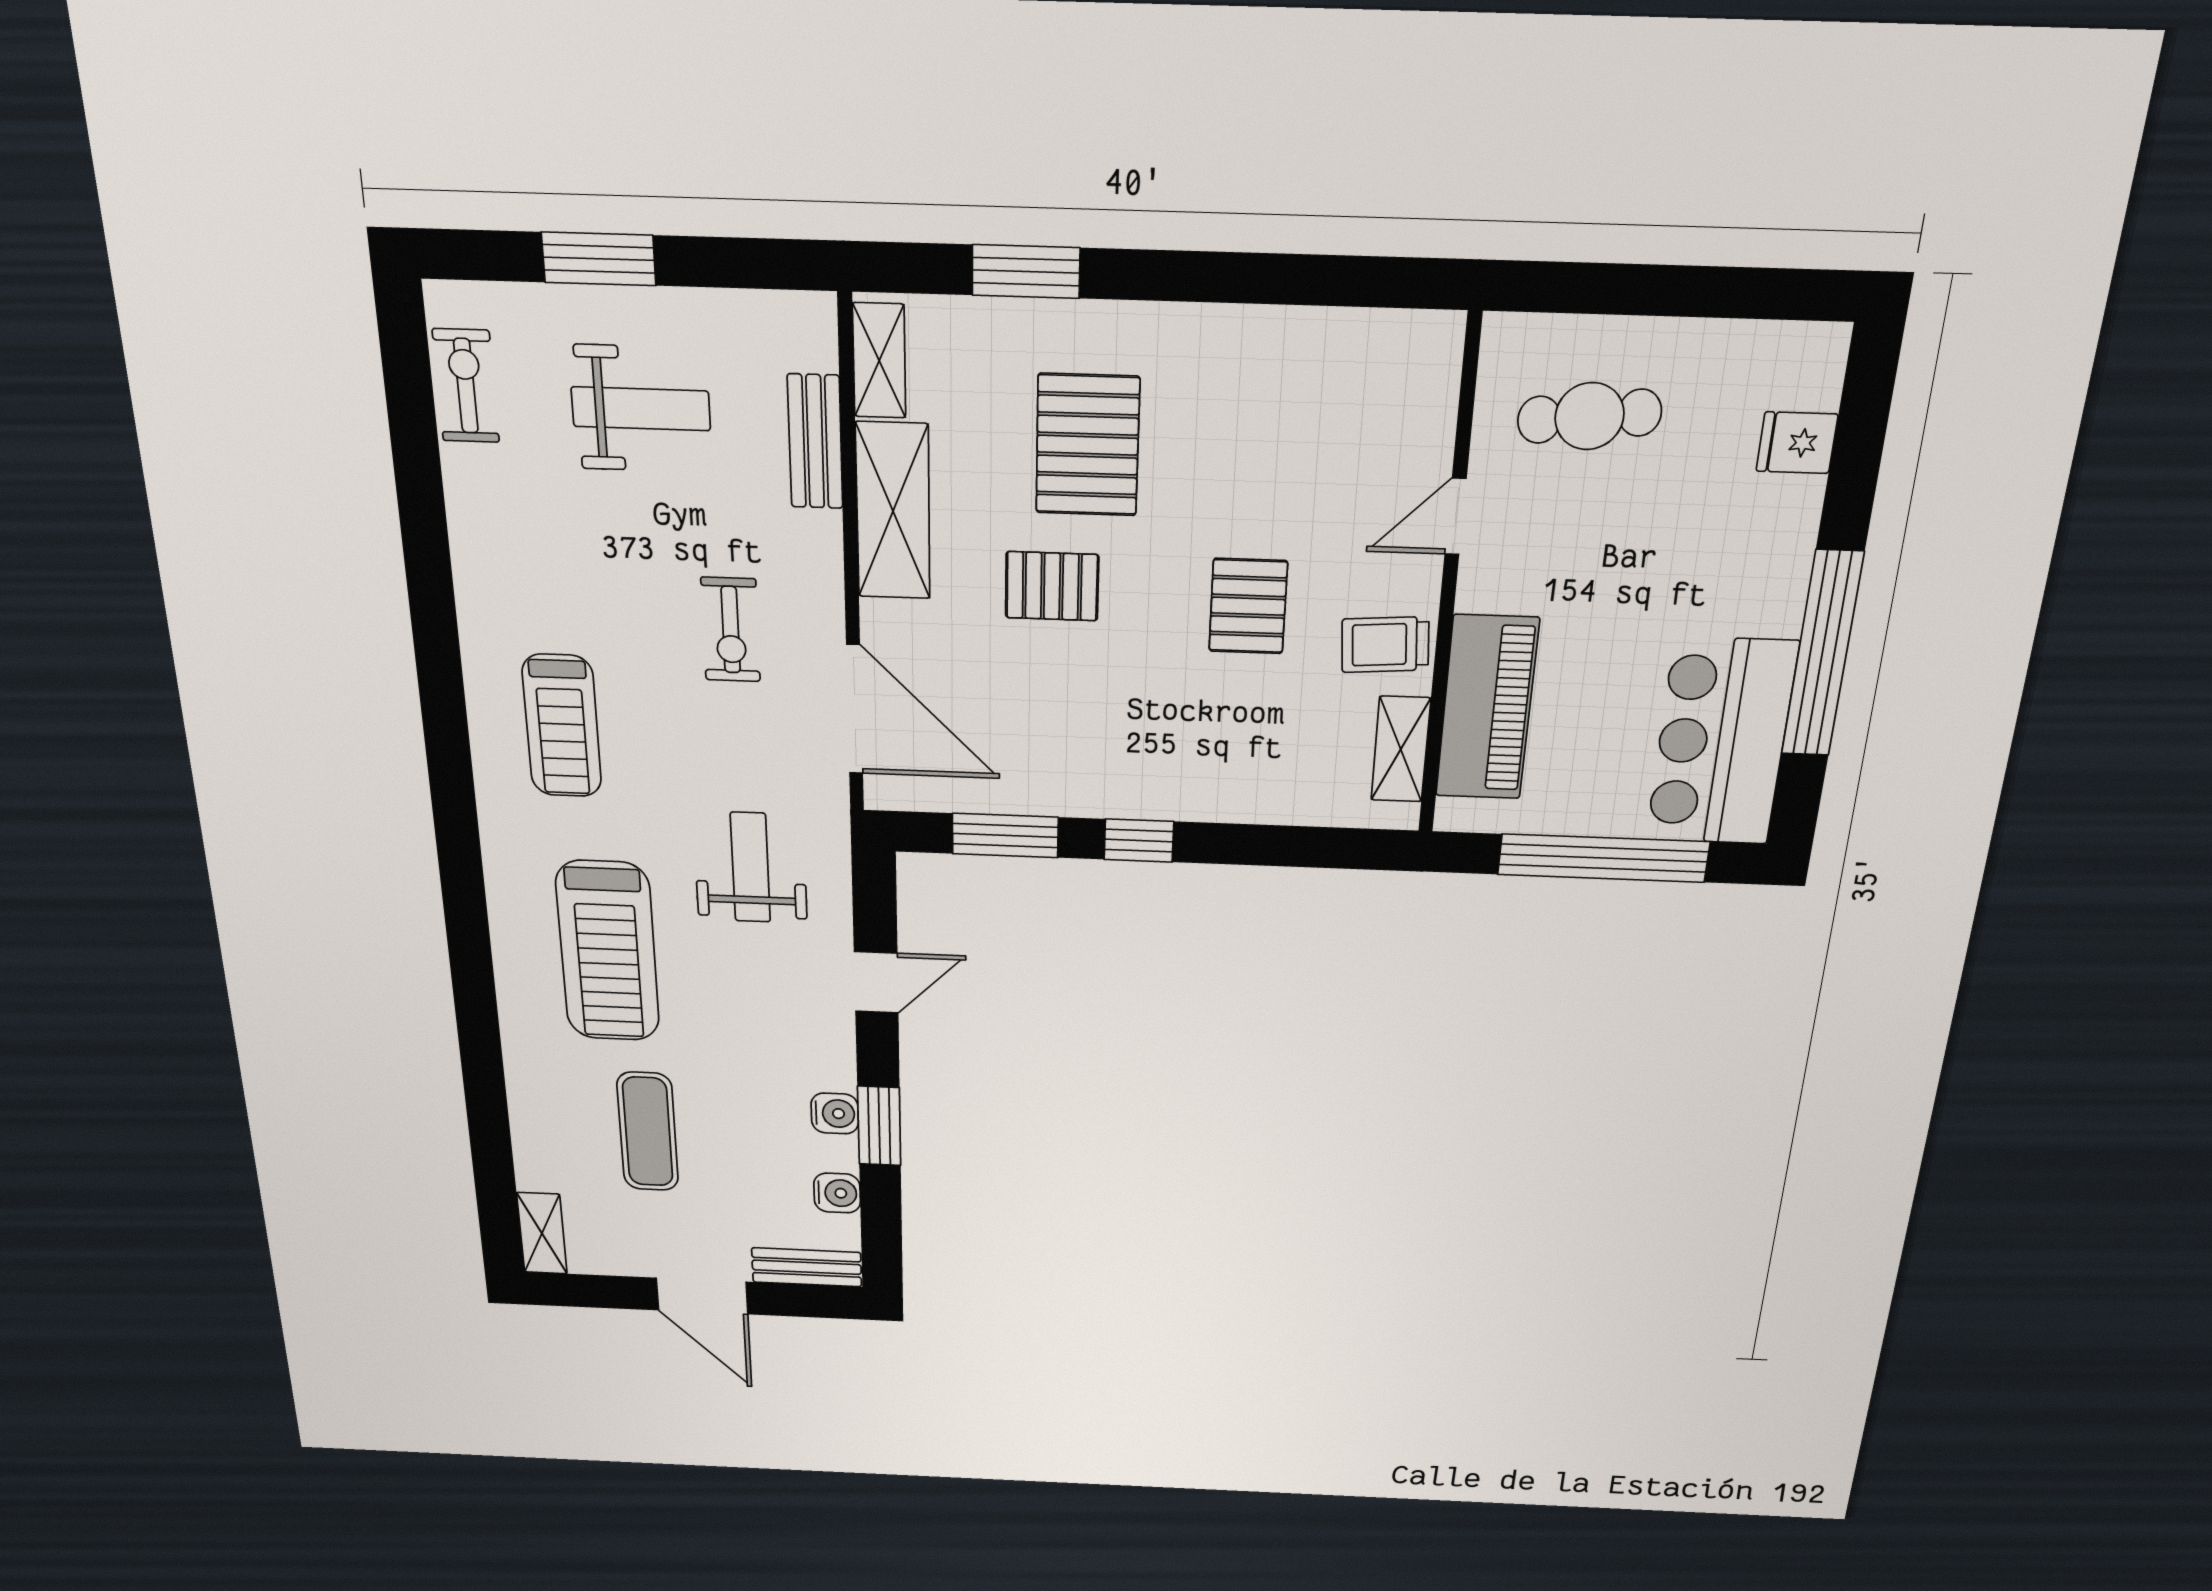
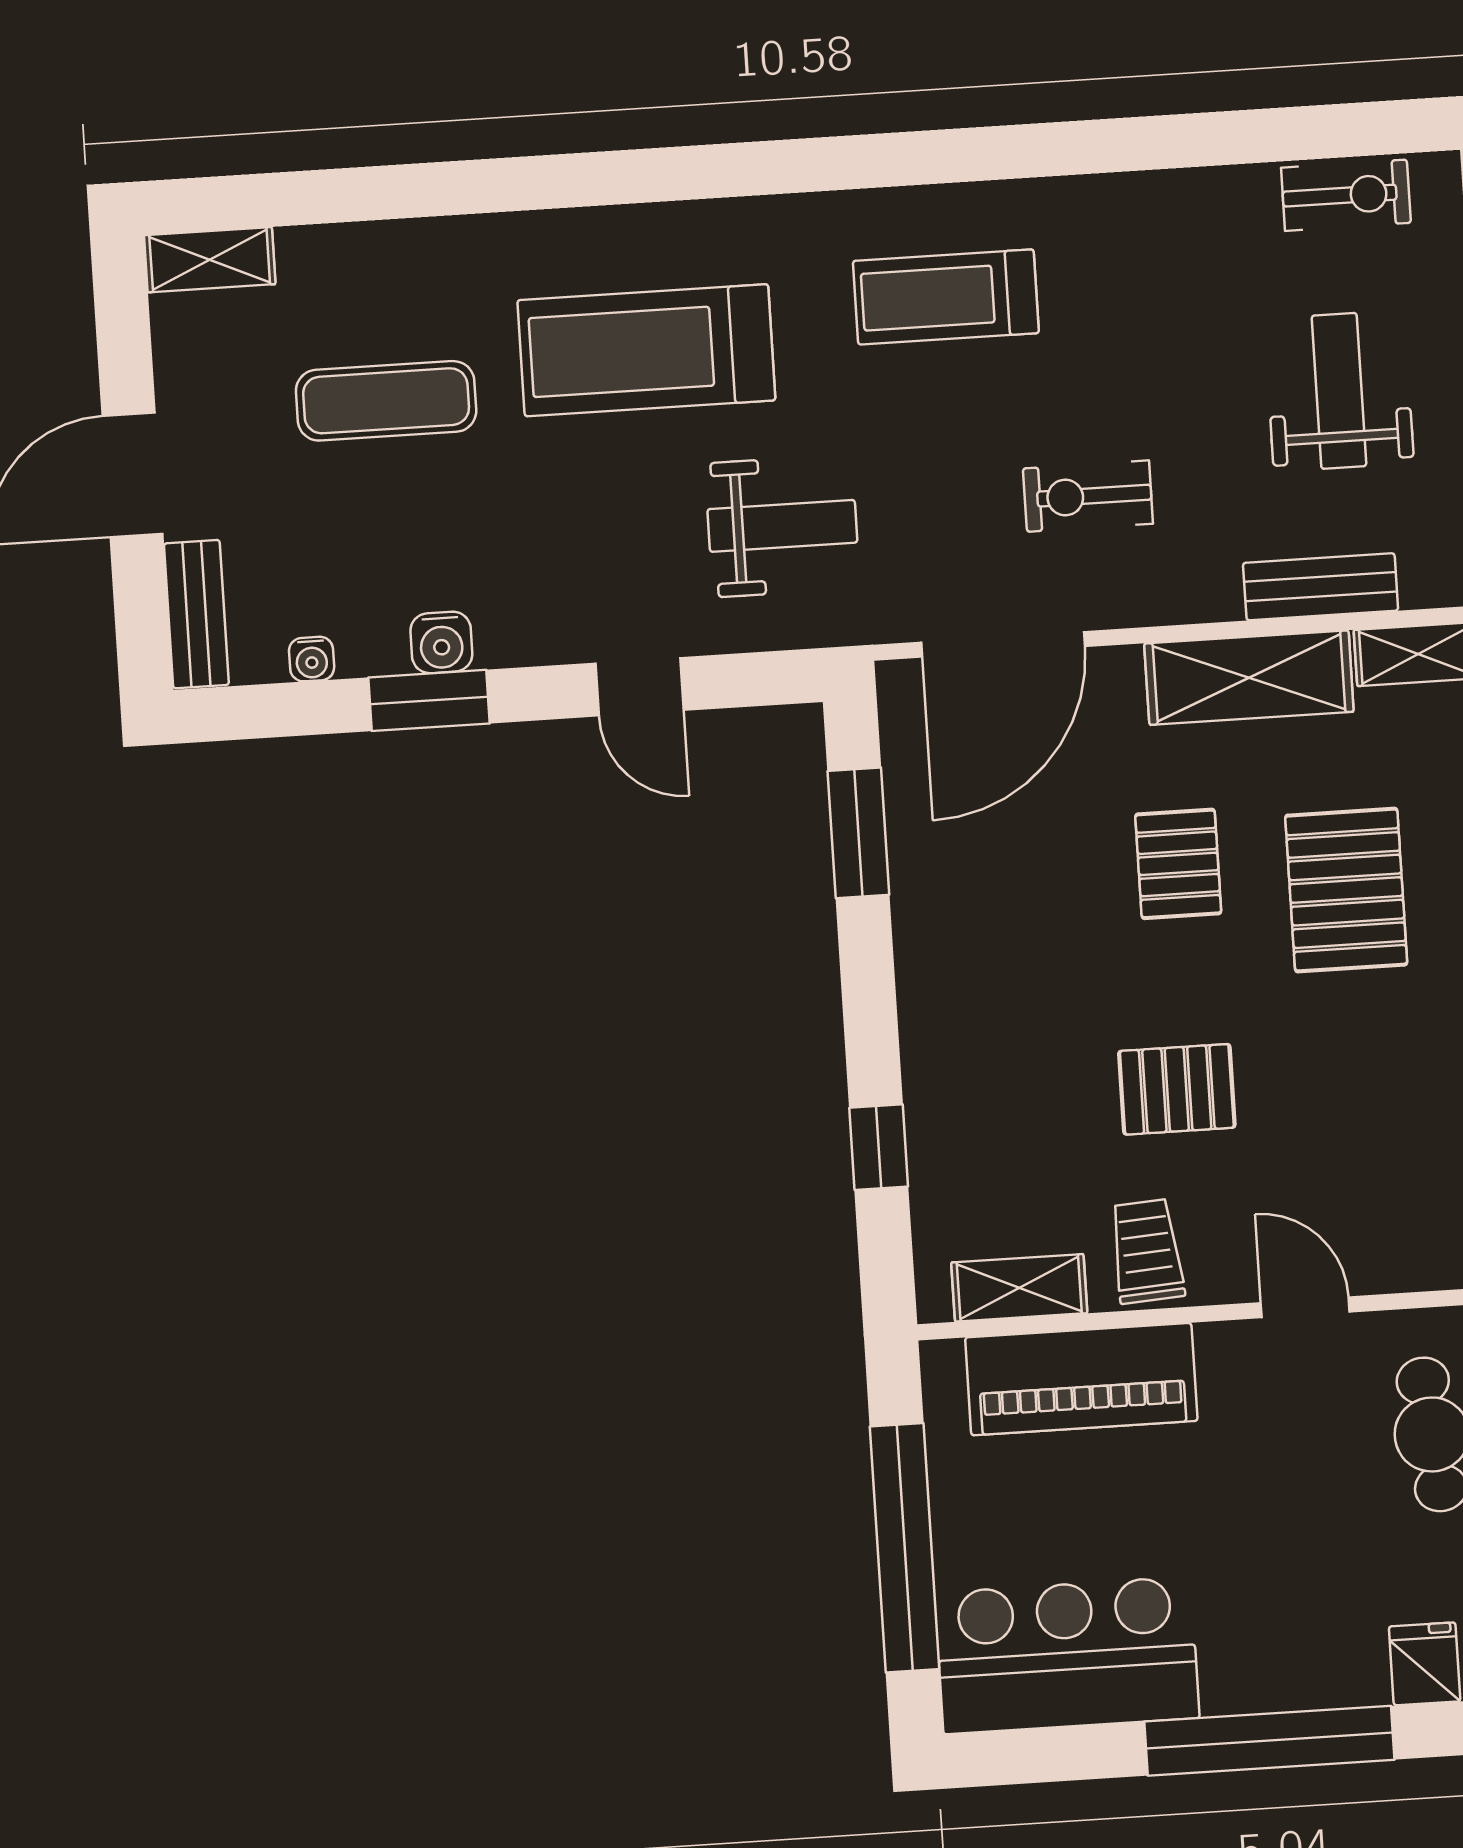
weight bench: (641, 409) -> (1339, 391), turned 180
pallet: (1087, 445) -> (1346, 890), turned 90
window: (1822, 654) -> (1269, 1741), moved
window: (1139, 841) -> (879, 1147), moved
water cooler: (837, 1193) -> (312, 659), width x0.72, depth x0.72

